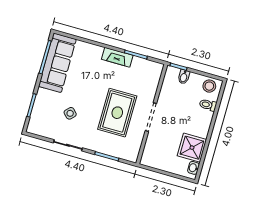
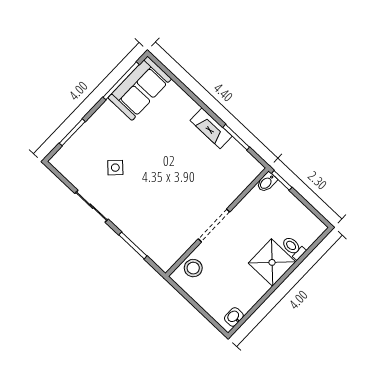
sofa: (57, 63) -> (140, 88), width x0.73
bidet: (184, 77) -> (267, 182), moved
stool: (209, 86) -> (193, 268), moved
rug: (117, 113) -> (175, 198), removed
shower: (192, 148) -> (272, 262), moved

